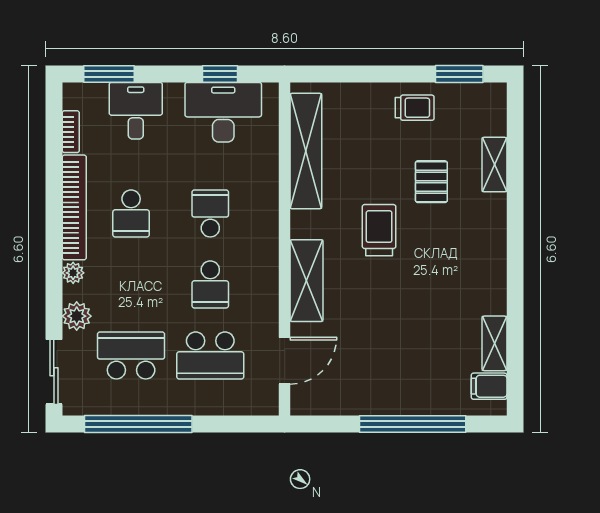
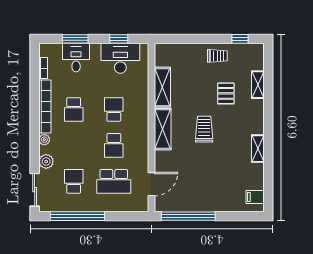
window: (109, 74) -> (75, 39), moved
window: (459, 74) -> (240, 39), width x0.67
shelving: (306, 151) -> (162, 87), width x0.68
trolley: (379, 230) -> (204, 129), moved
shelving: (307, 281) -> (163, 129), moved
shelving: (494, 343) -> (258, 149), moved
school desk: (131, 355) -> (74, 181), width x0.54
window: (413, 424) -> (188, 216), moved

